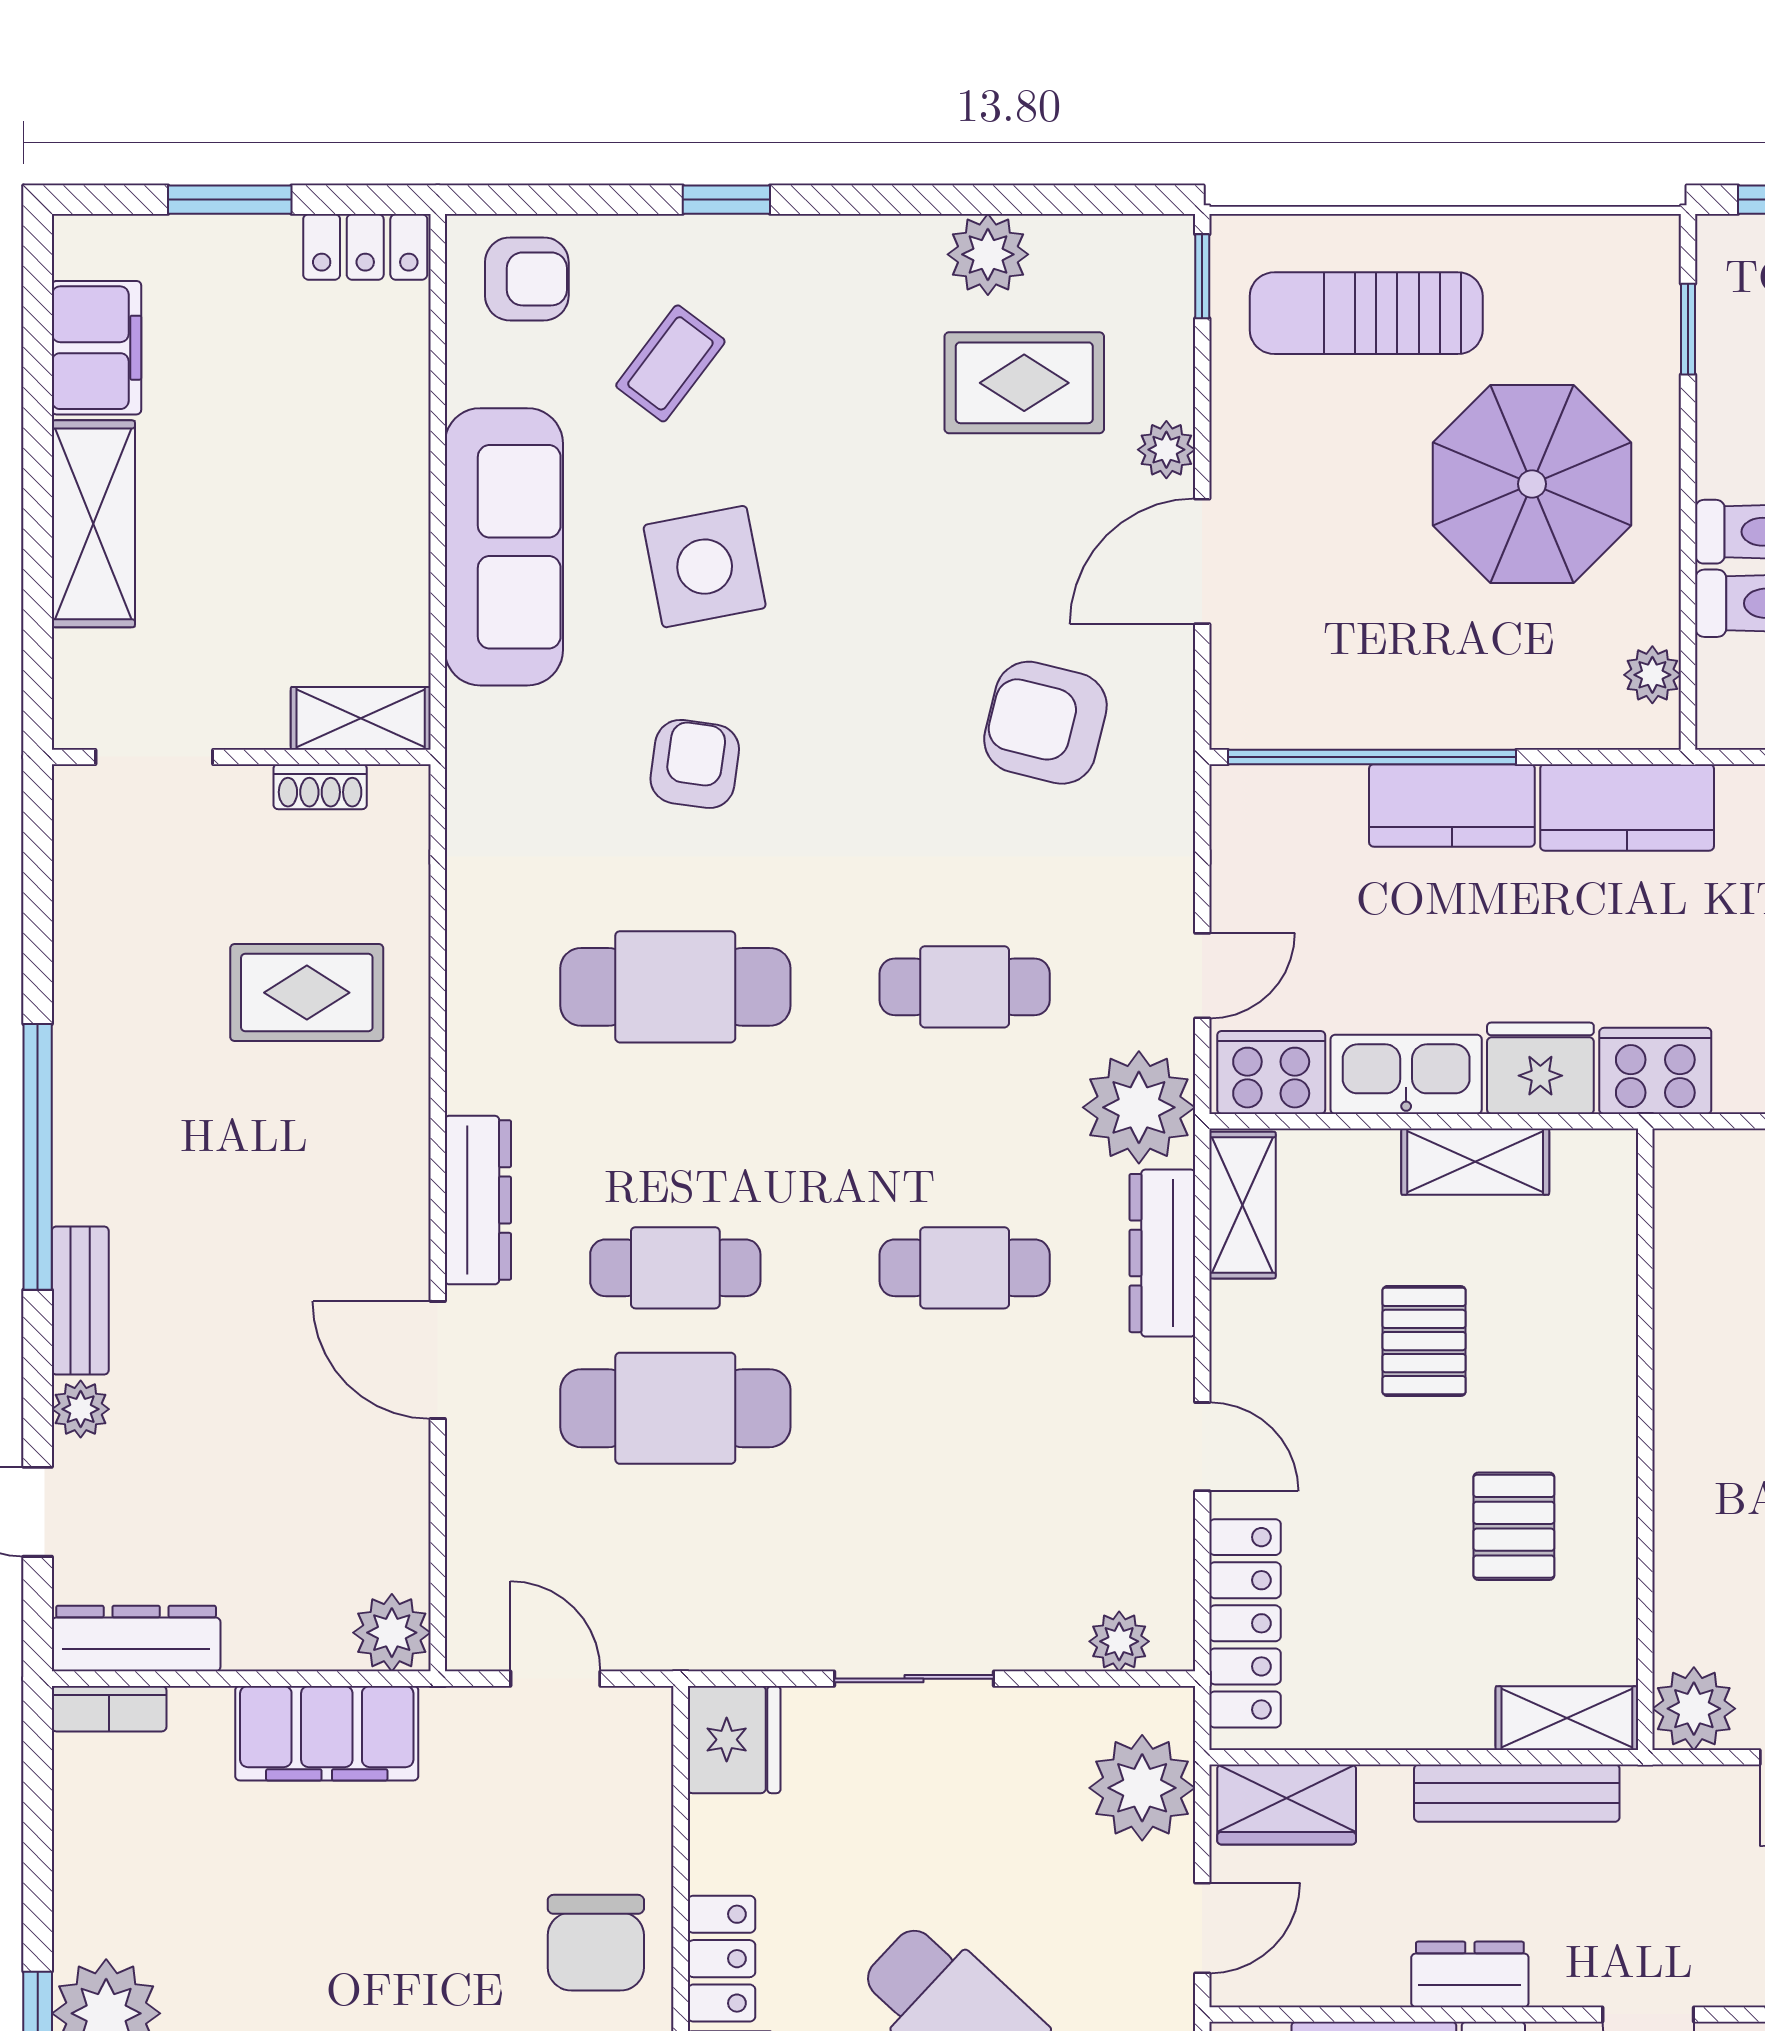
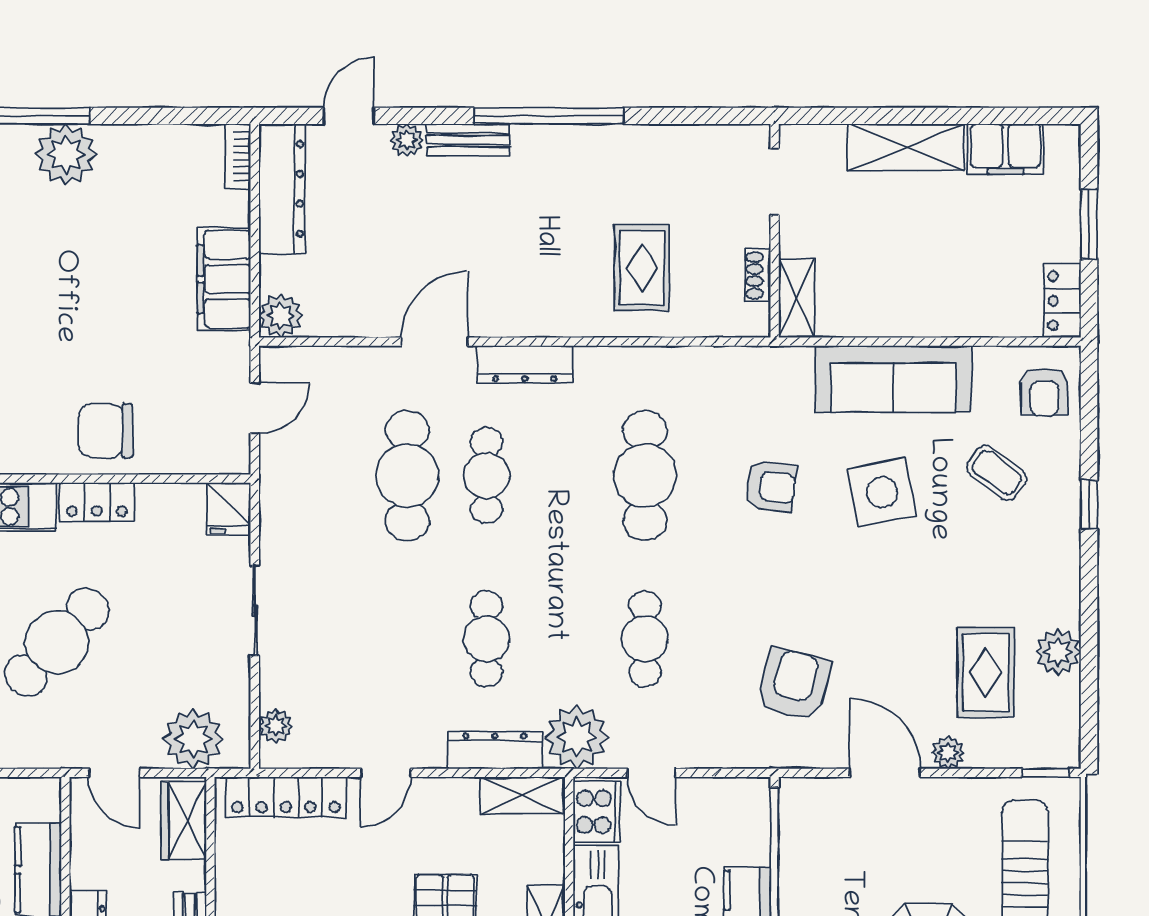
dresser: (136, 1639) -> (282, 189), width x1.37, depth x1.24
fridge: (734, 1740) -> (229, 509), width x0.72

